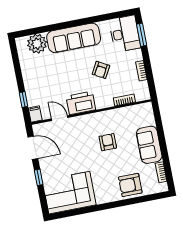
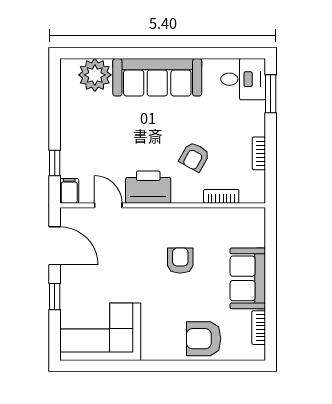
desk: (125, 34) -> (243, 79), width x0.73
armchair: (101, 70) -> (194, 157), moved

